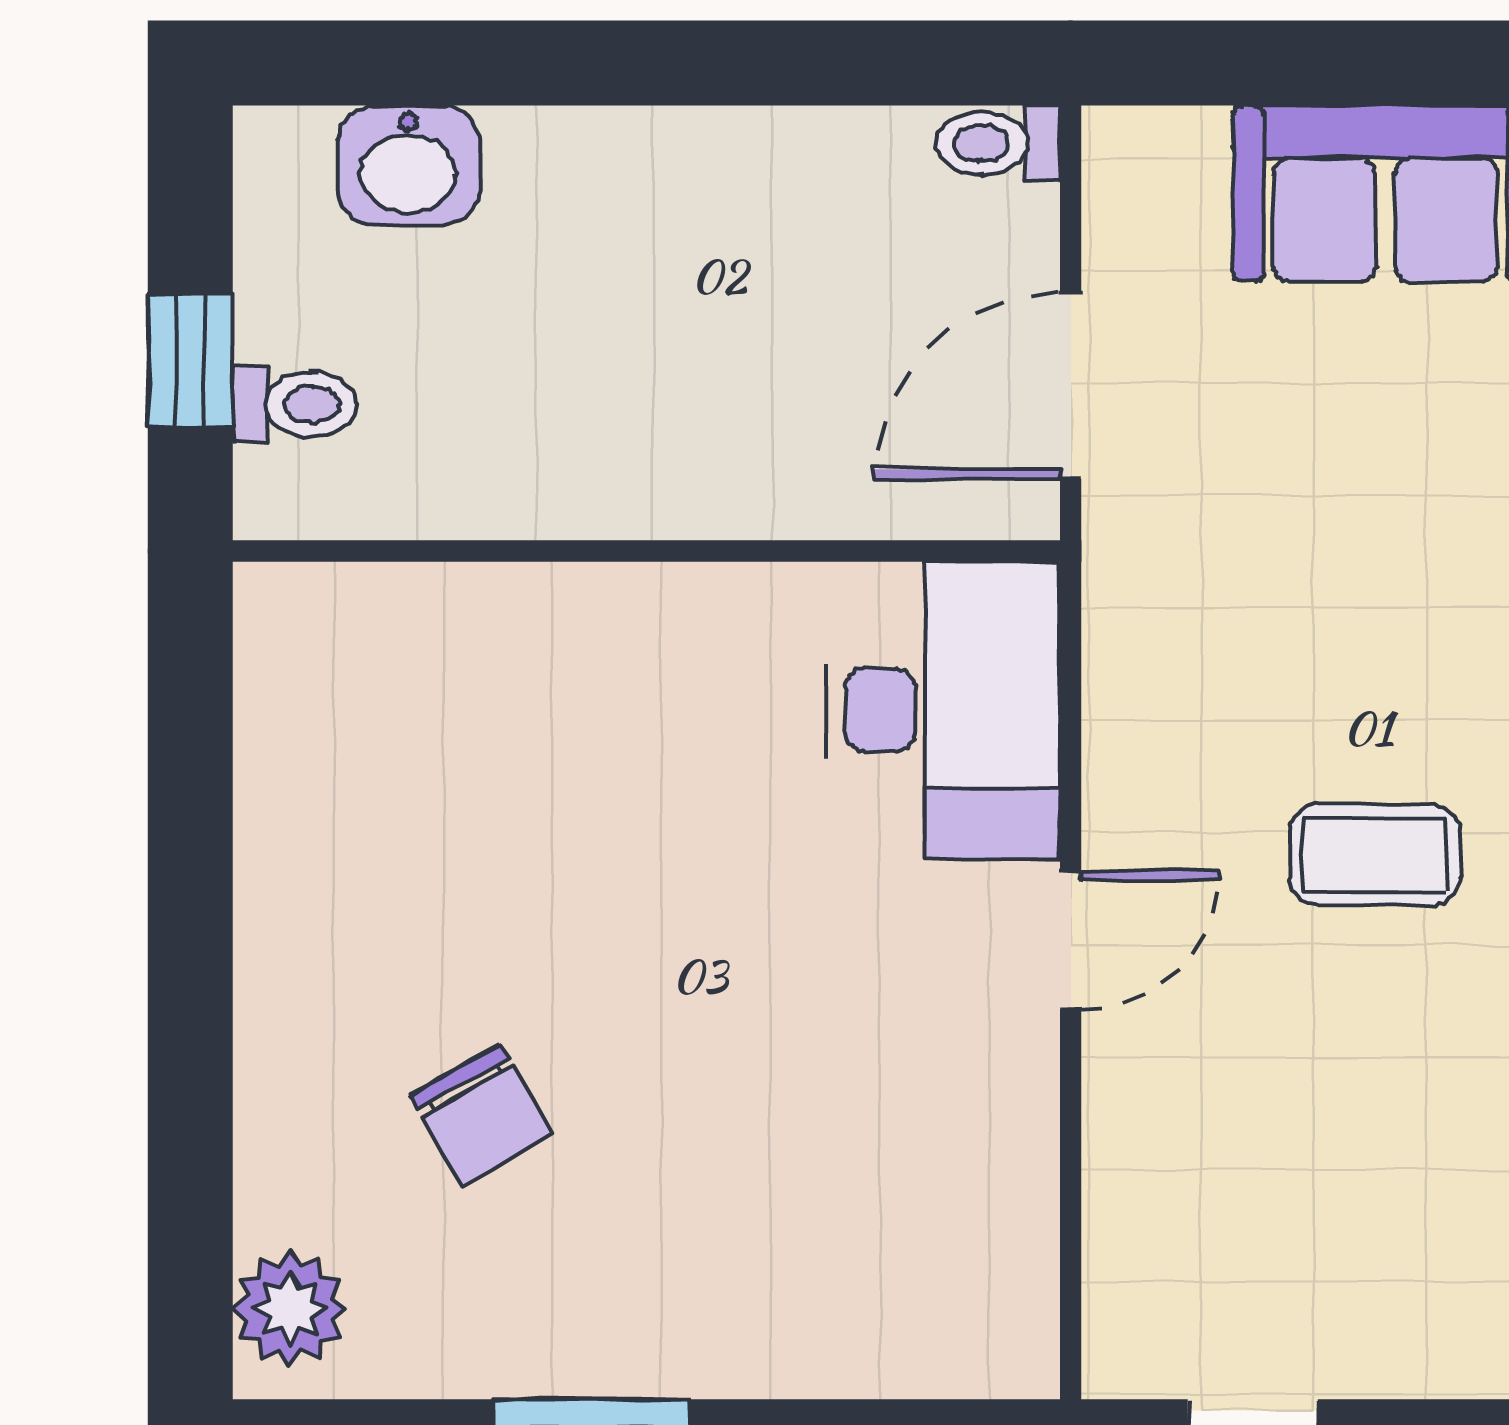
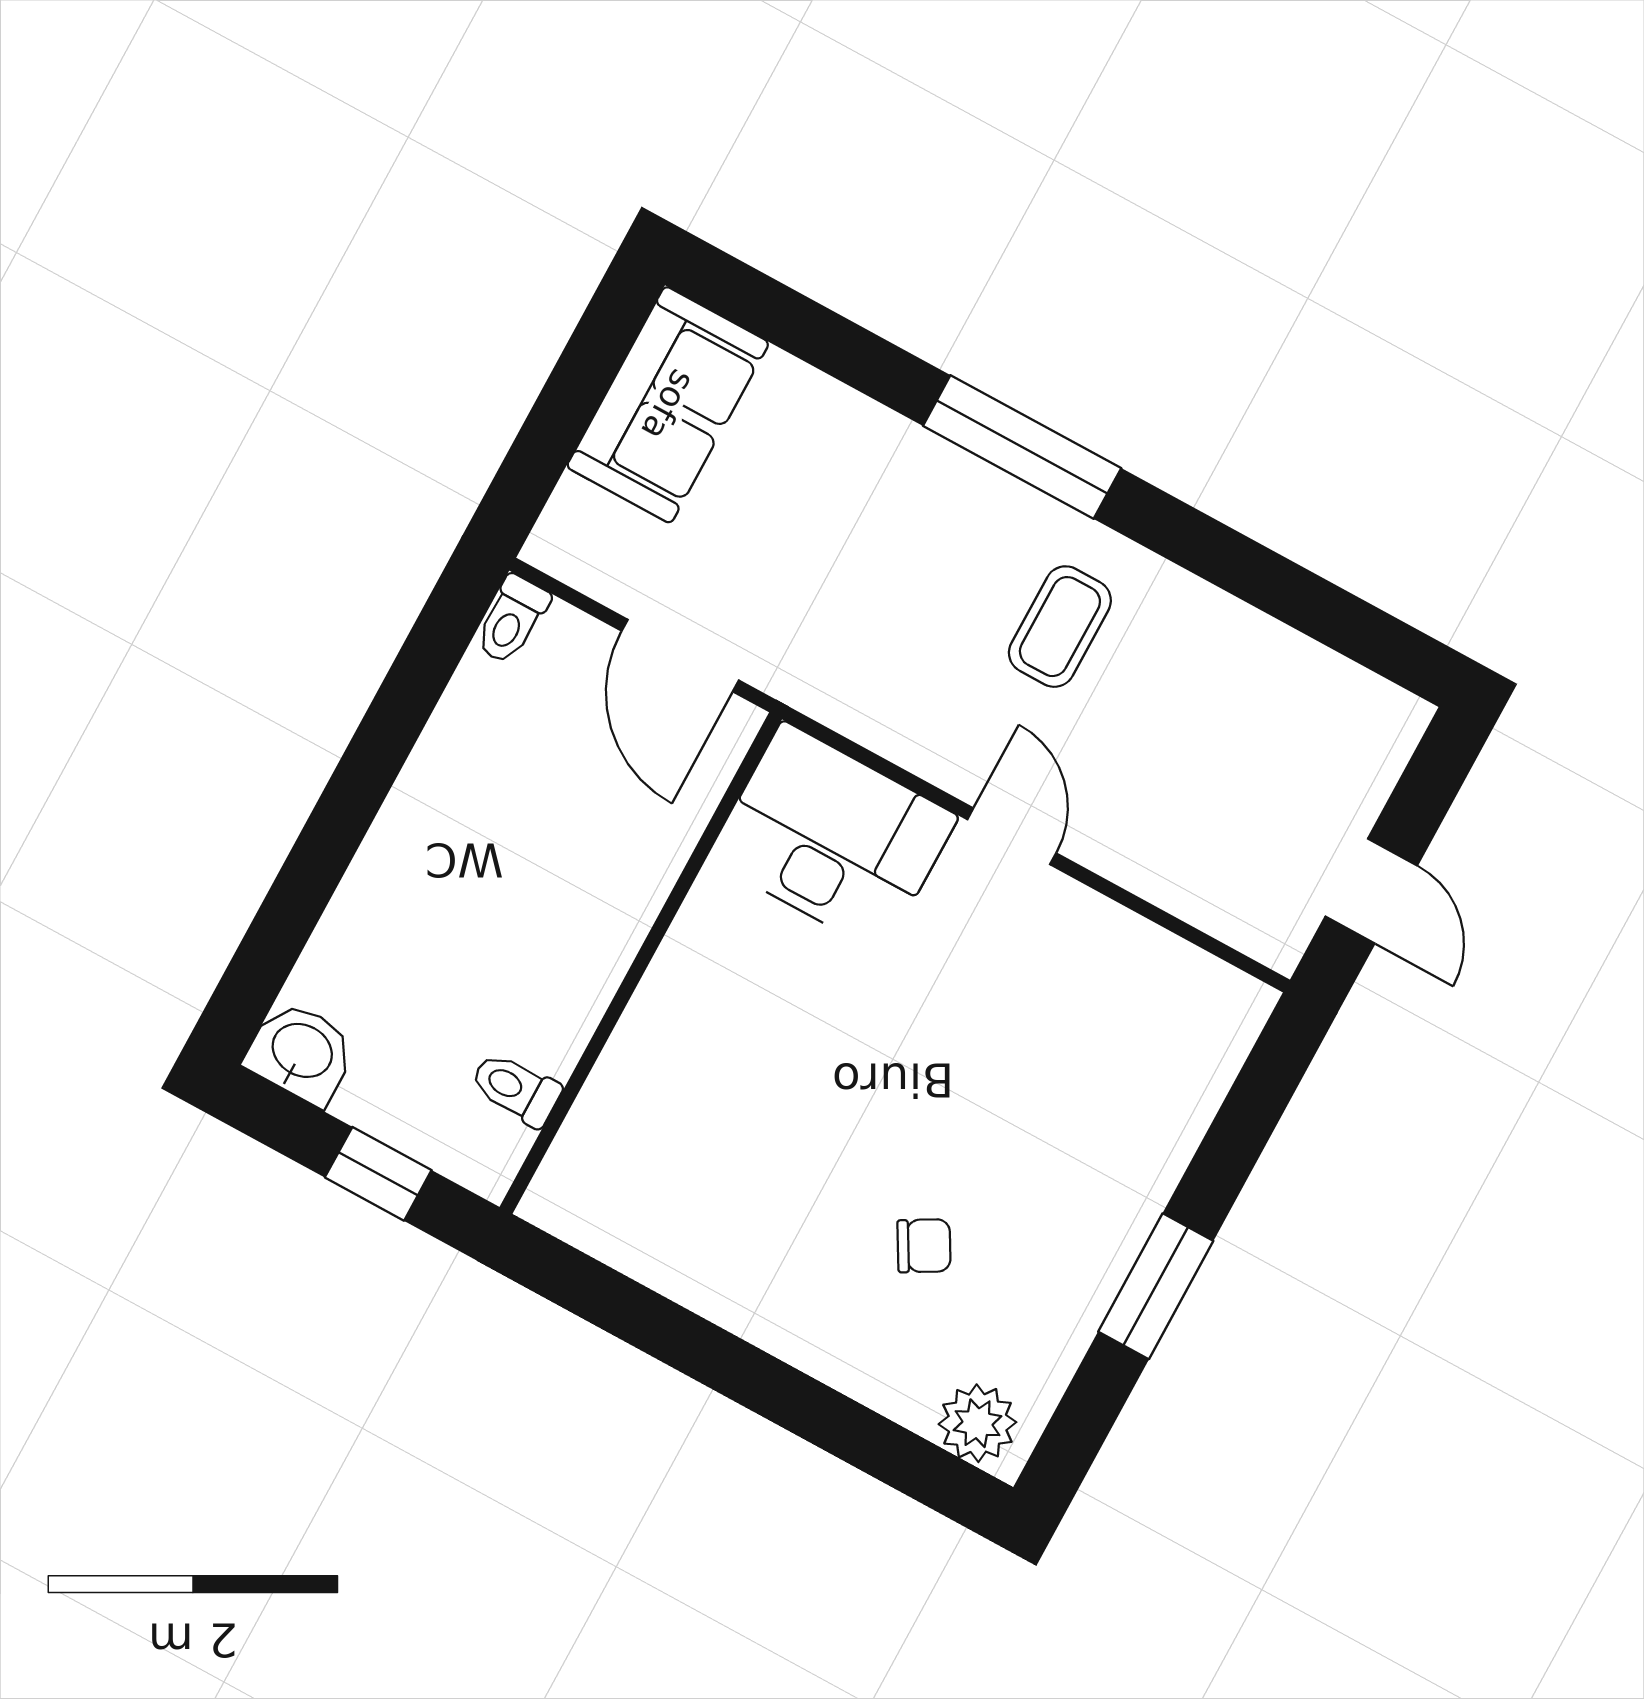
washbasin: (408, 165) -> (301, 1053), moved, turned -90
toilet: (295, 404) -> (516, 1089), moved, turned -90
chair: (481, 1115) -> (924, 1246), width x0.73, depth x0.73

